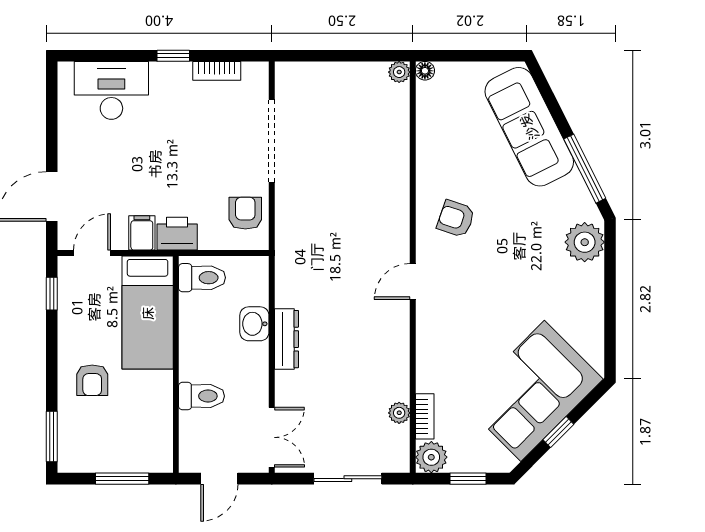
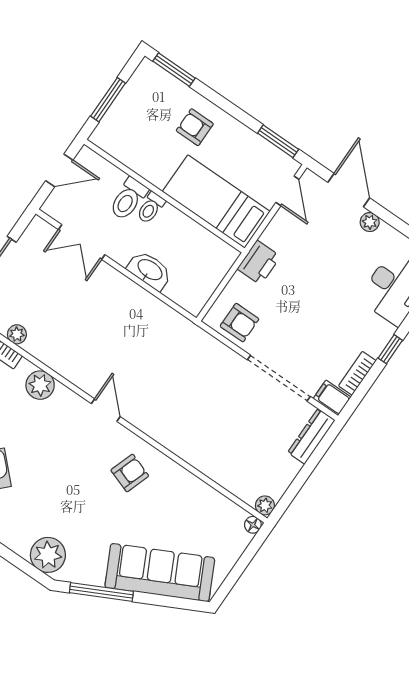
plant: (68, 156) -> (370, 222), added
filing cabinet: (142, 233) -> (332, 398), moved, turned 180
toilet: (202, 278) -> (151, 208), moved, width x0.73, depth x0.72
window: (52, 294) -> (278, 141), width x1.50
washbasin: (254, 324) -> (150, 270), width x1.38
dresser: (286, 339) -> (311, 436), moved, turned 90
plant: (432, 359) -> (40, 385), added
double door: (272, 437) -> (82, 242), moved
door: (219, 479) -> (59, 170), swing flipped

